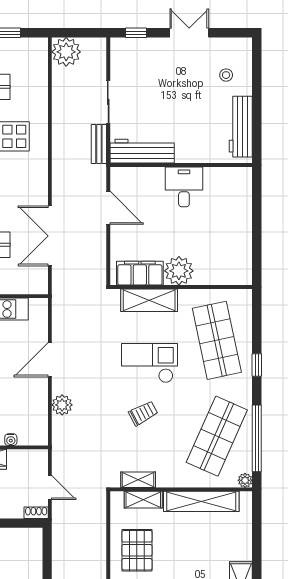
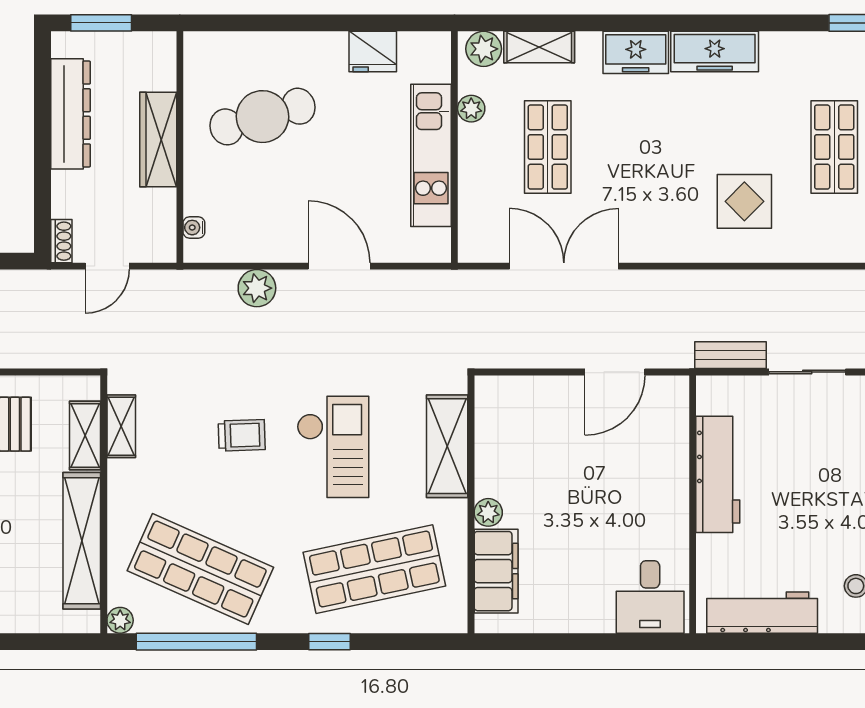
workbench: (142, 151) -> (718, 474), moved
desk: (184, 187) -> (650, 597), moved, turned 90
plant: (179, 271) -> (488, 512), width x0.53, depth x0.53
filing cabinet: (140, 273) -> (496, 571), moved
trolley: (143, 413) -> (242, 435), turned -64
water cooler: (11, 440) -> (194, 228), moved

